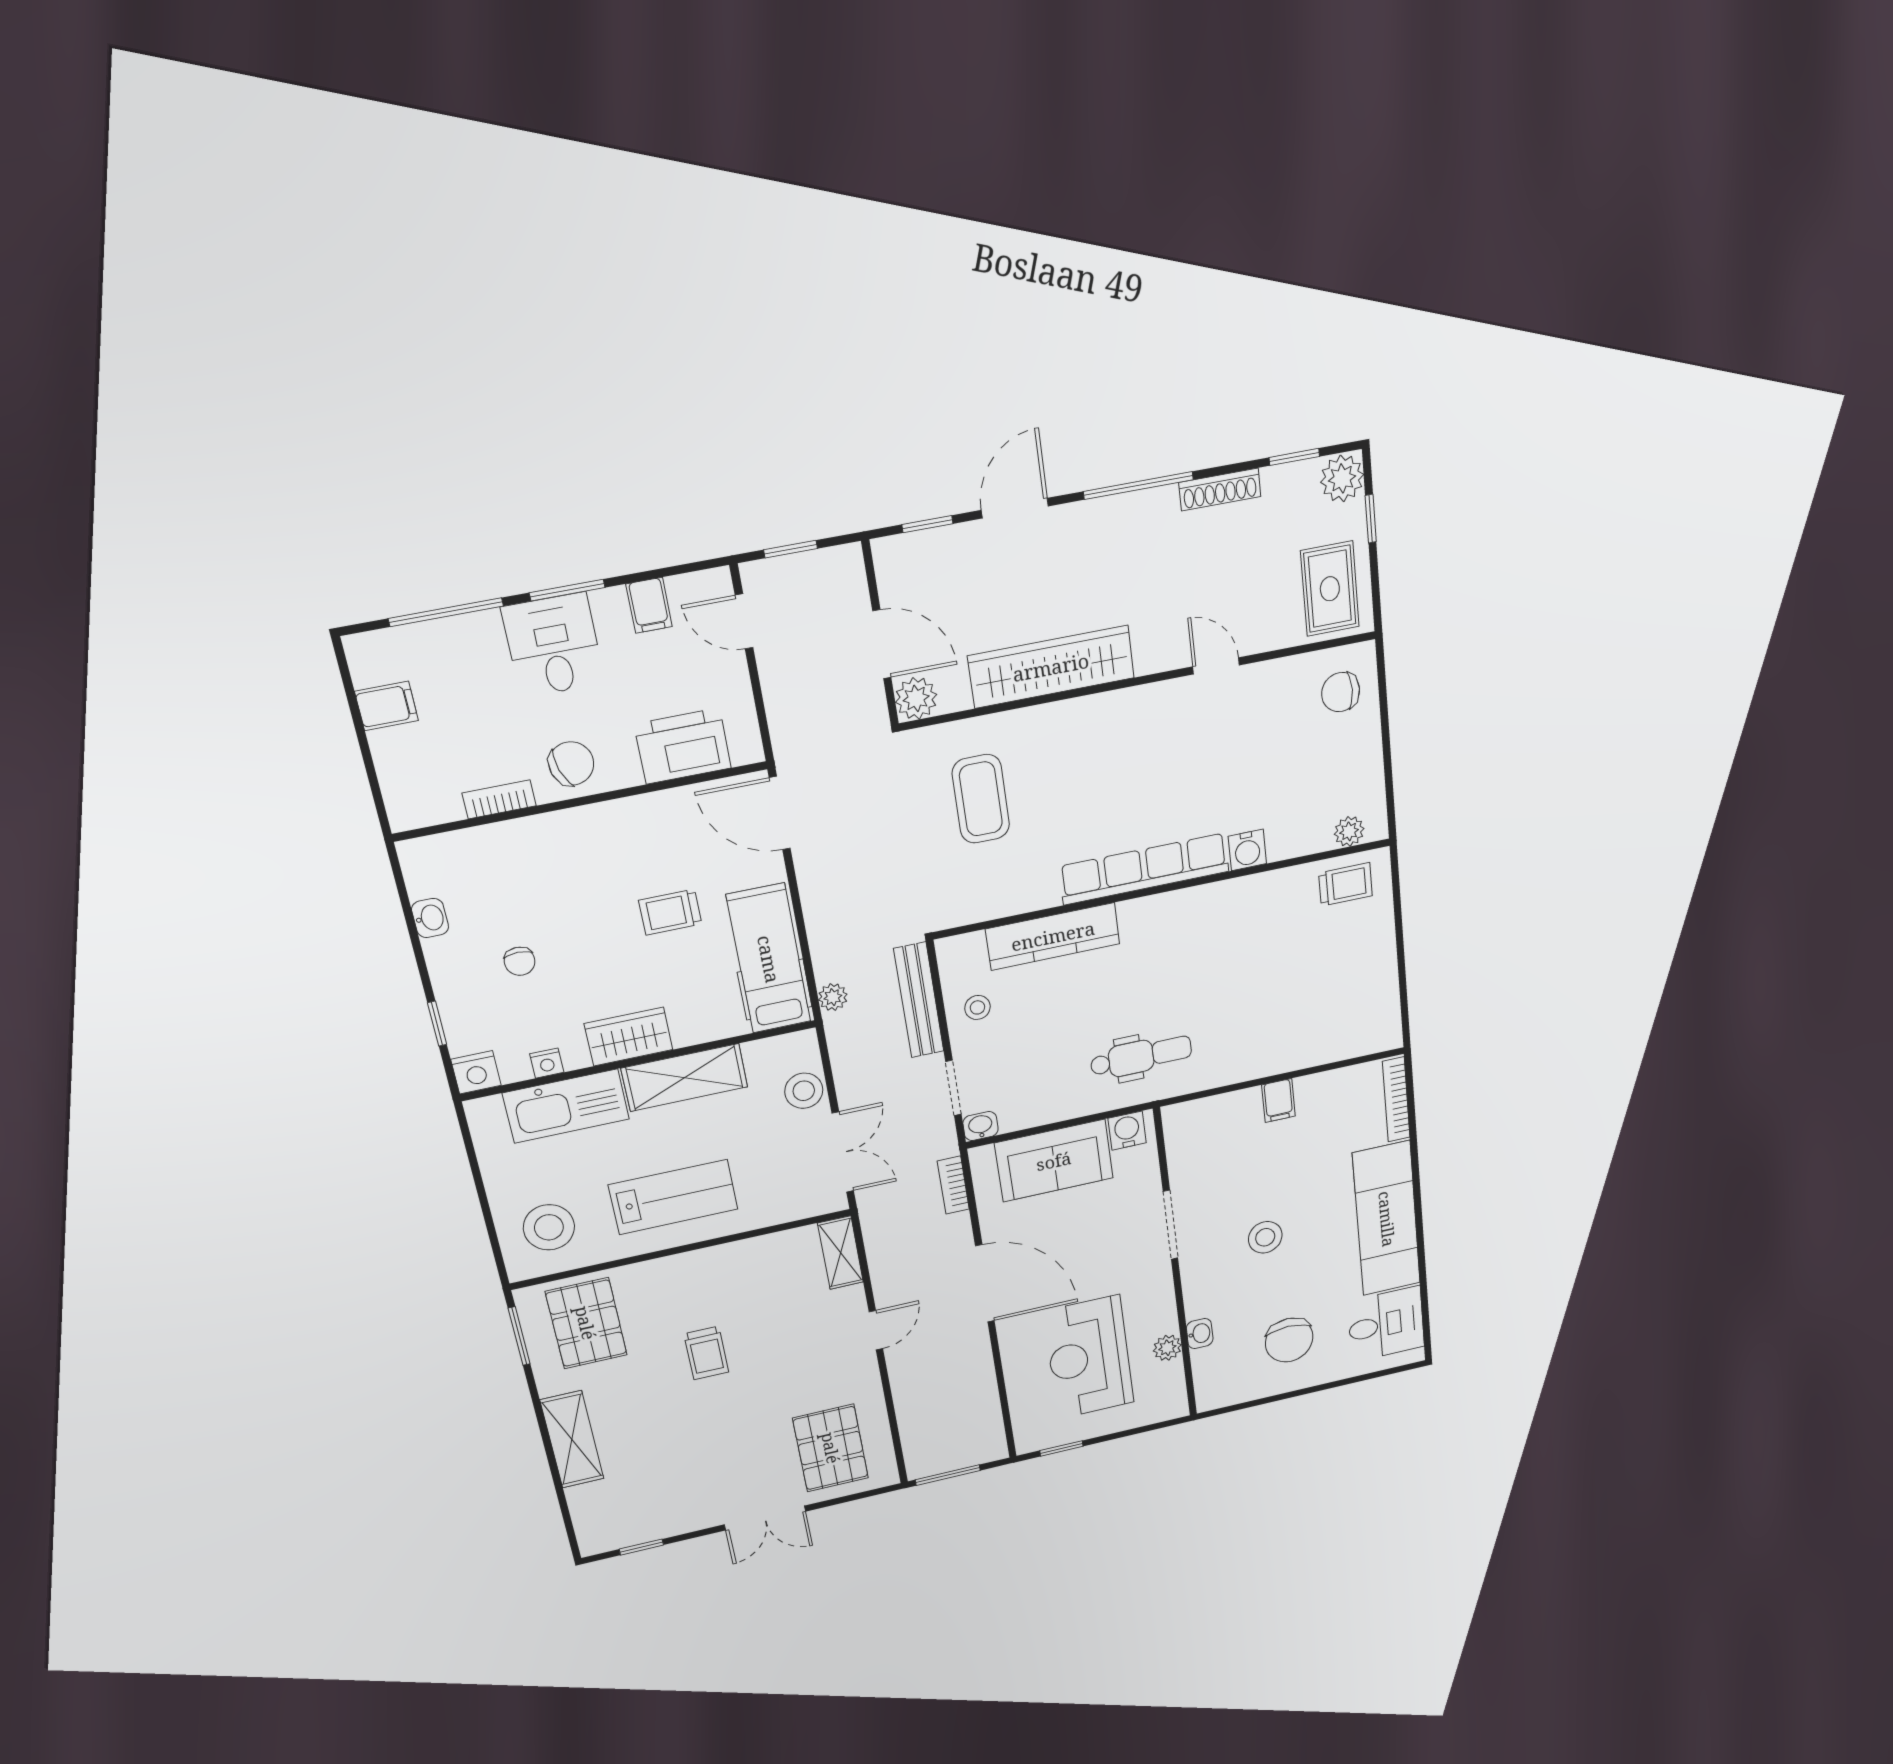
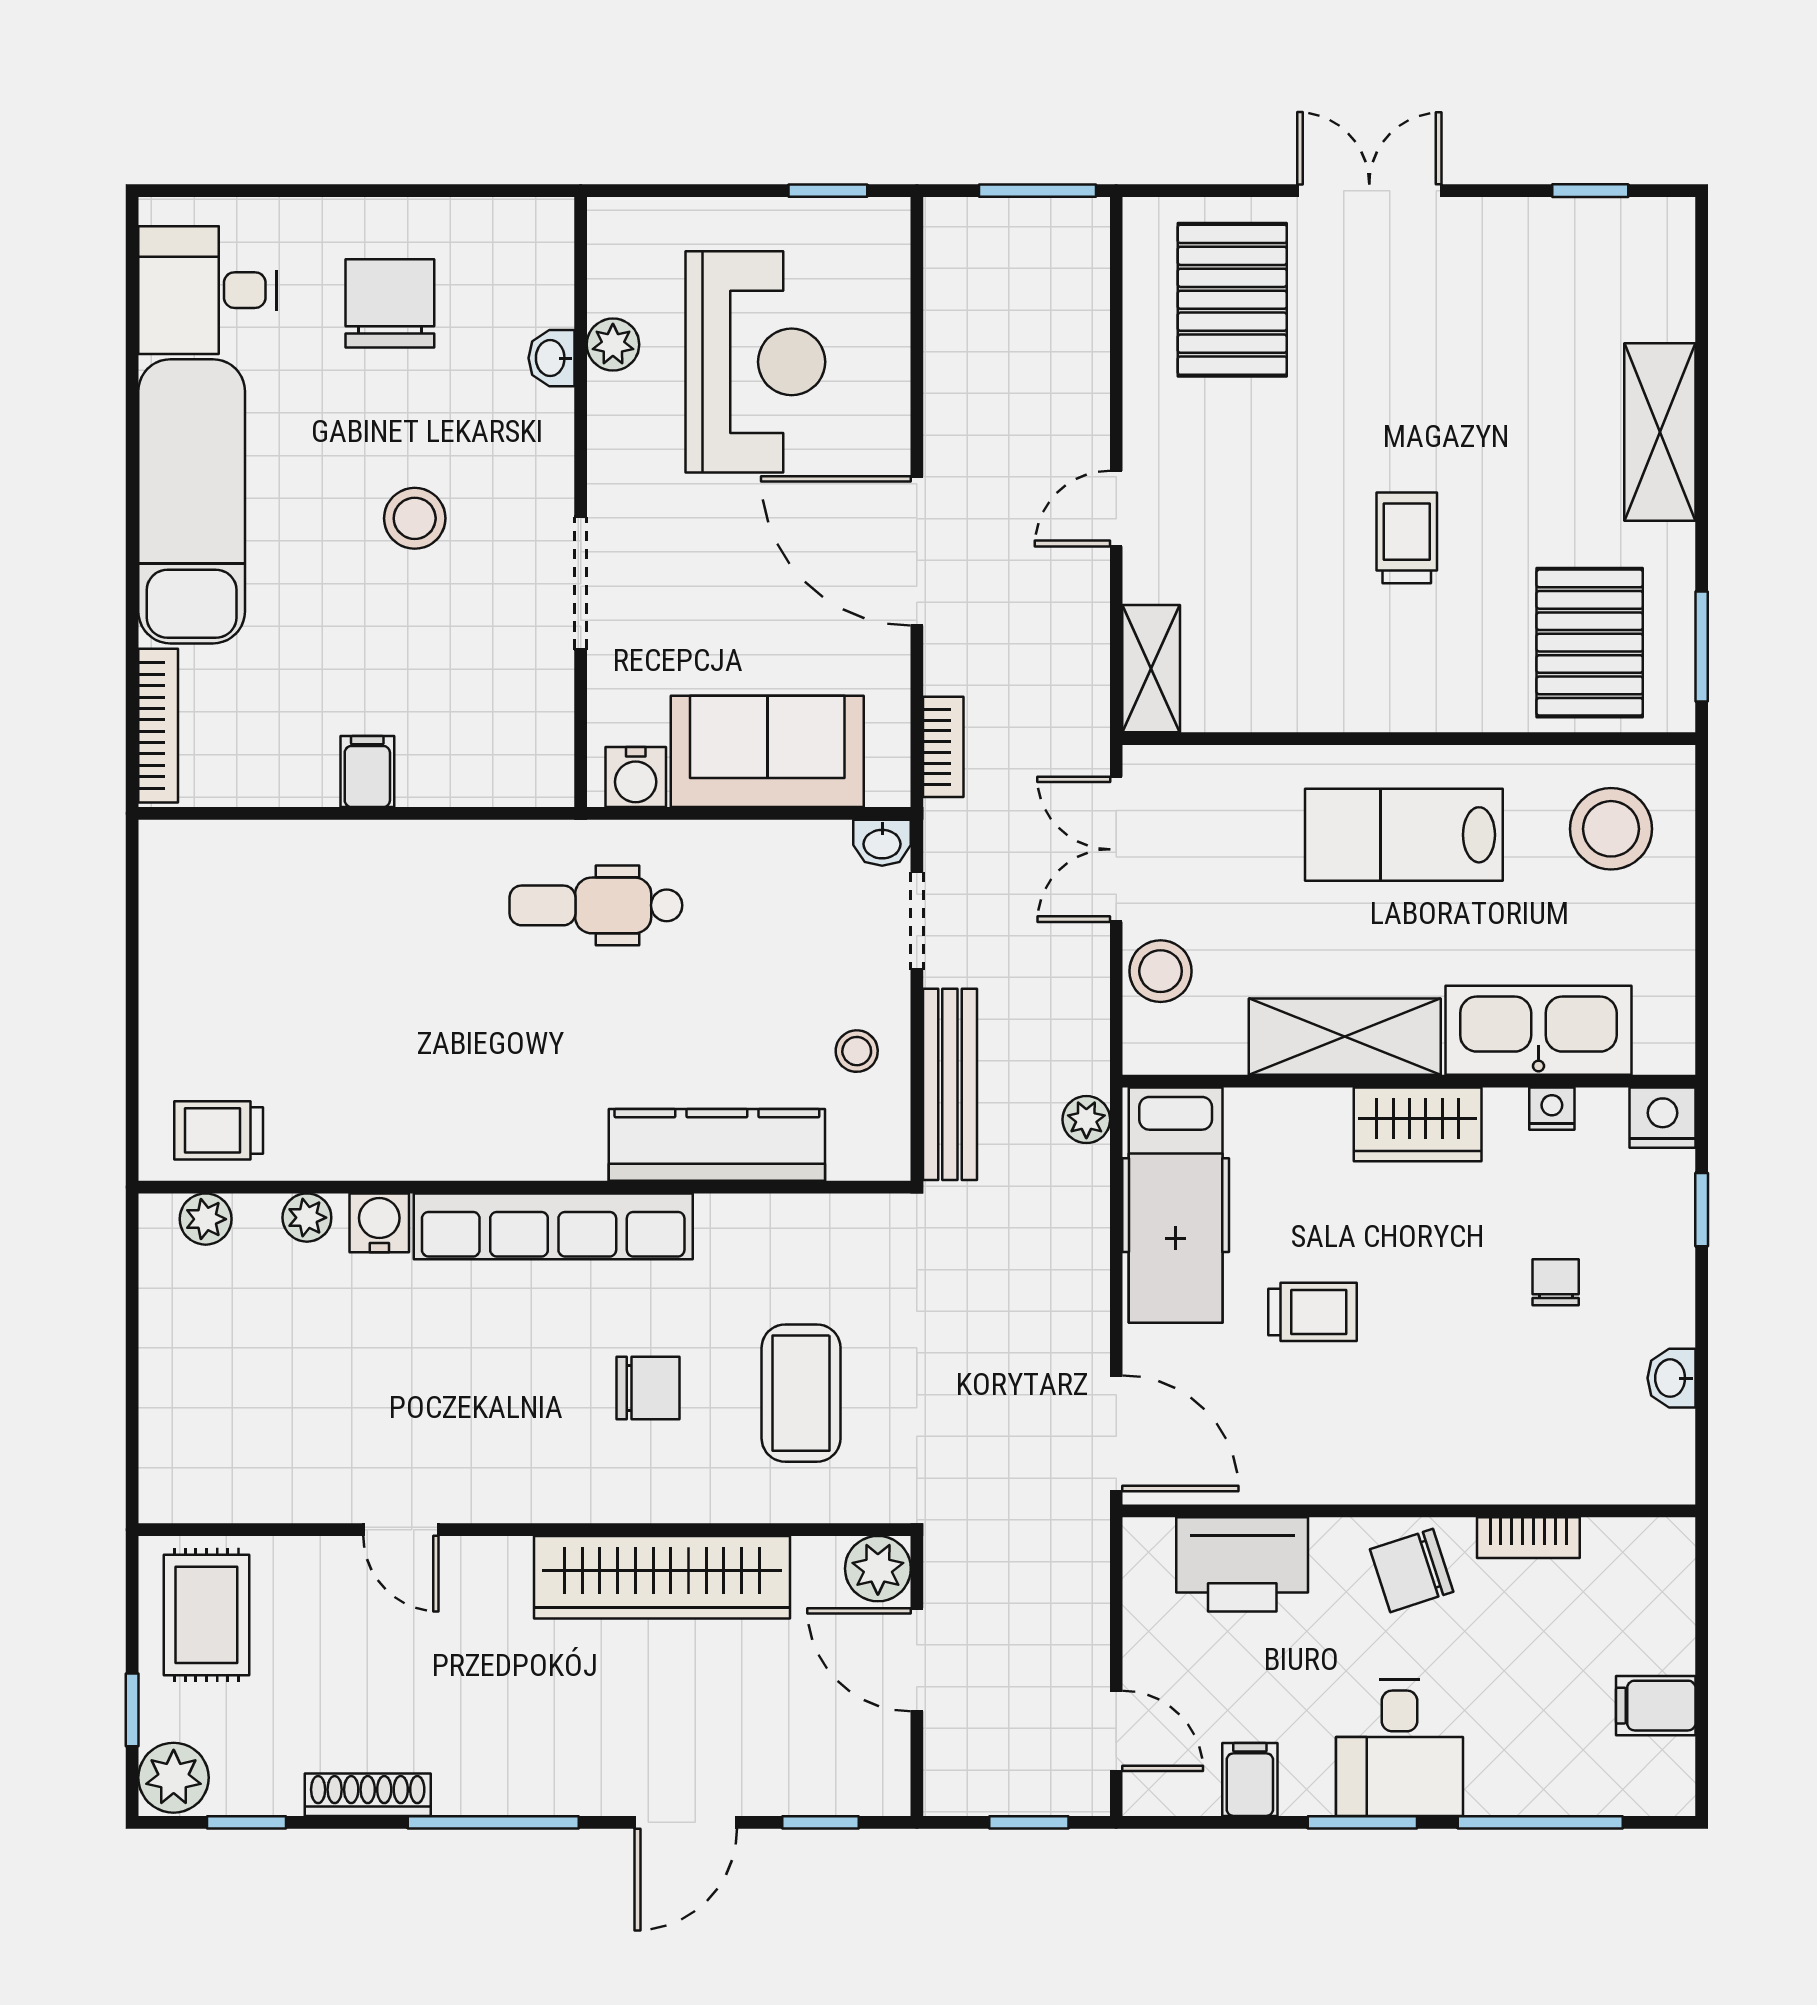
chair: (1341, 692) -> (648, 1388), moved
plant: (1290, 844) -> (307, 1218), added

